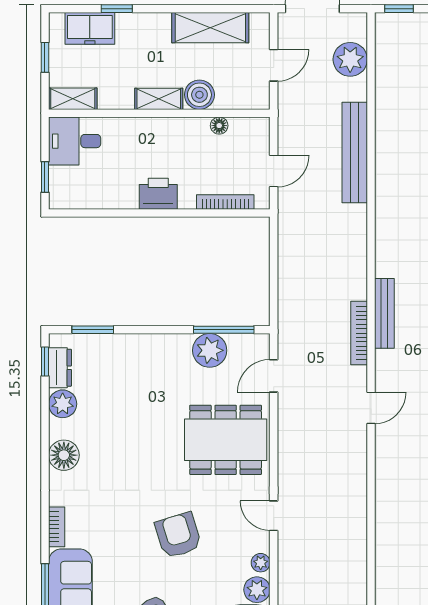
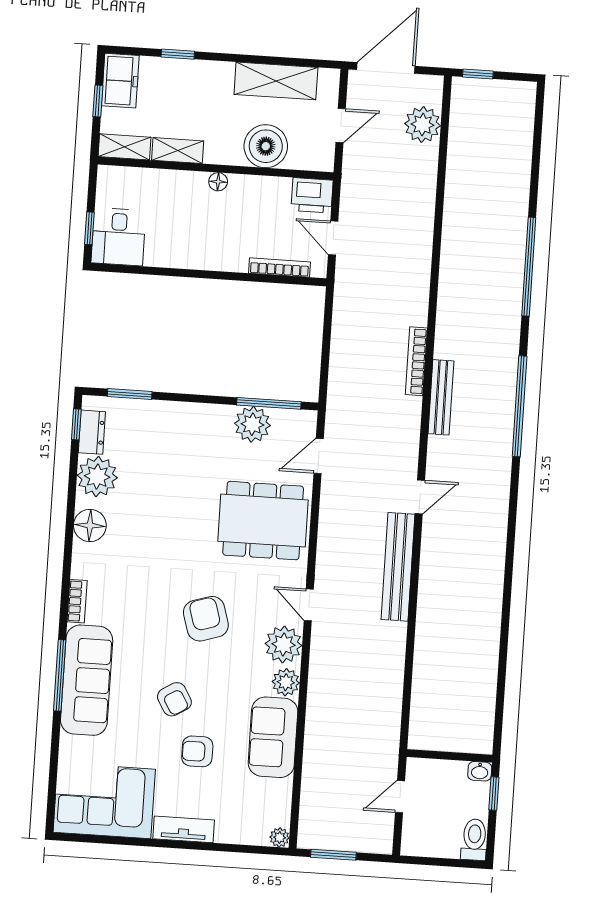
freezer: (90, 28) -> (120, 81), moved, turned -90
boiler: (199, 95) -> (266, 146), width x1.37, depth x1.37
shelving: (159, 99) -> (178, 151), moved
floor lamp: (219, 126) -> (218, 182), moved
desk: (75, 141) -> (119, 237), moved, turned -90
bench: (355, 153) -> (398, 567), moved
door: (274, 171) -> (333, 238), swing flipped
printer: (158, 194) -> (312, 195), moved, turned 180
bookcase: (359, 333) -> (416, 361), moved
plant: (63, 404) -> (97, 477), width x1.36, depth x1.36
plant: (261, 563) -> (283, 645), width x1.88, depth x1.88

